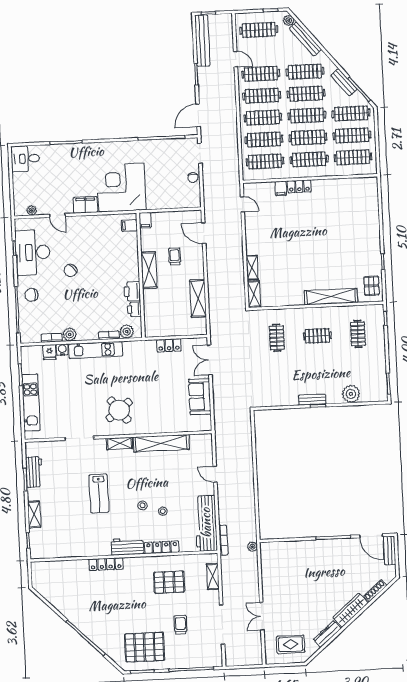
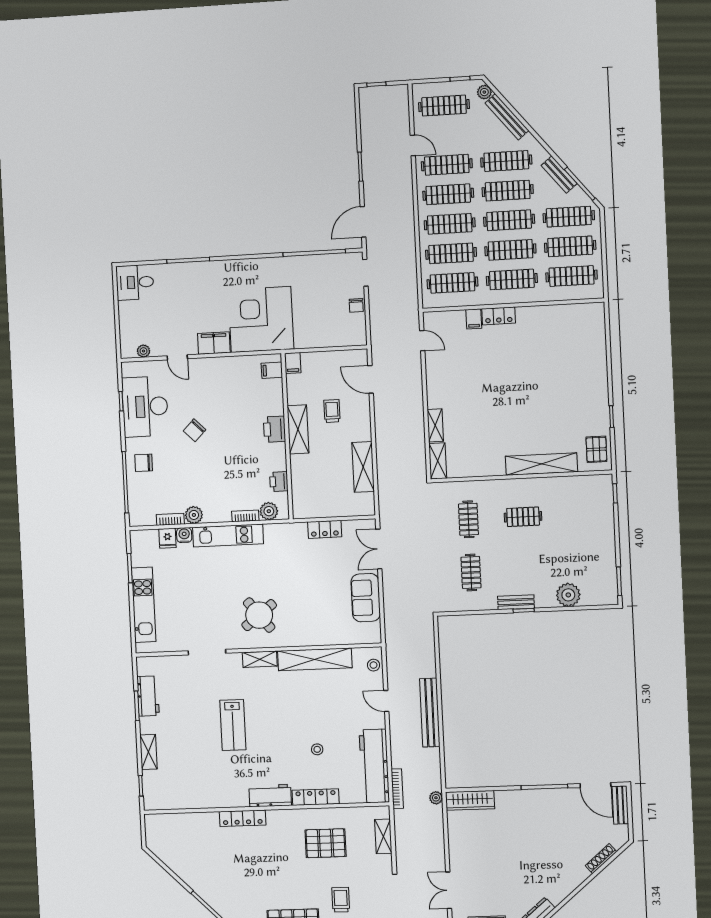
bench: (202, 41) -> (430, 713), moved
printer: (132, 291) -> (274, 429), moved
clothes rail: (358, 334) -> (471, 572), moved
stool: (143, 505) -> (374, 665), moved
wardrobe: (351, 610) -> (470, 800), moved, turned -140

